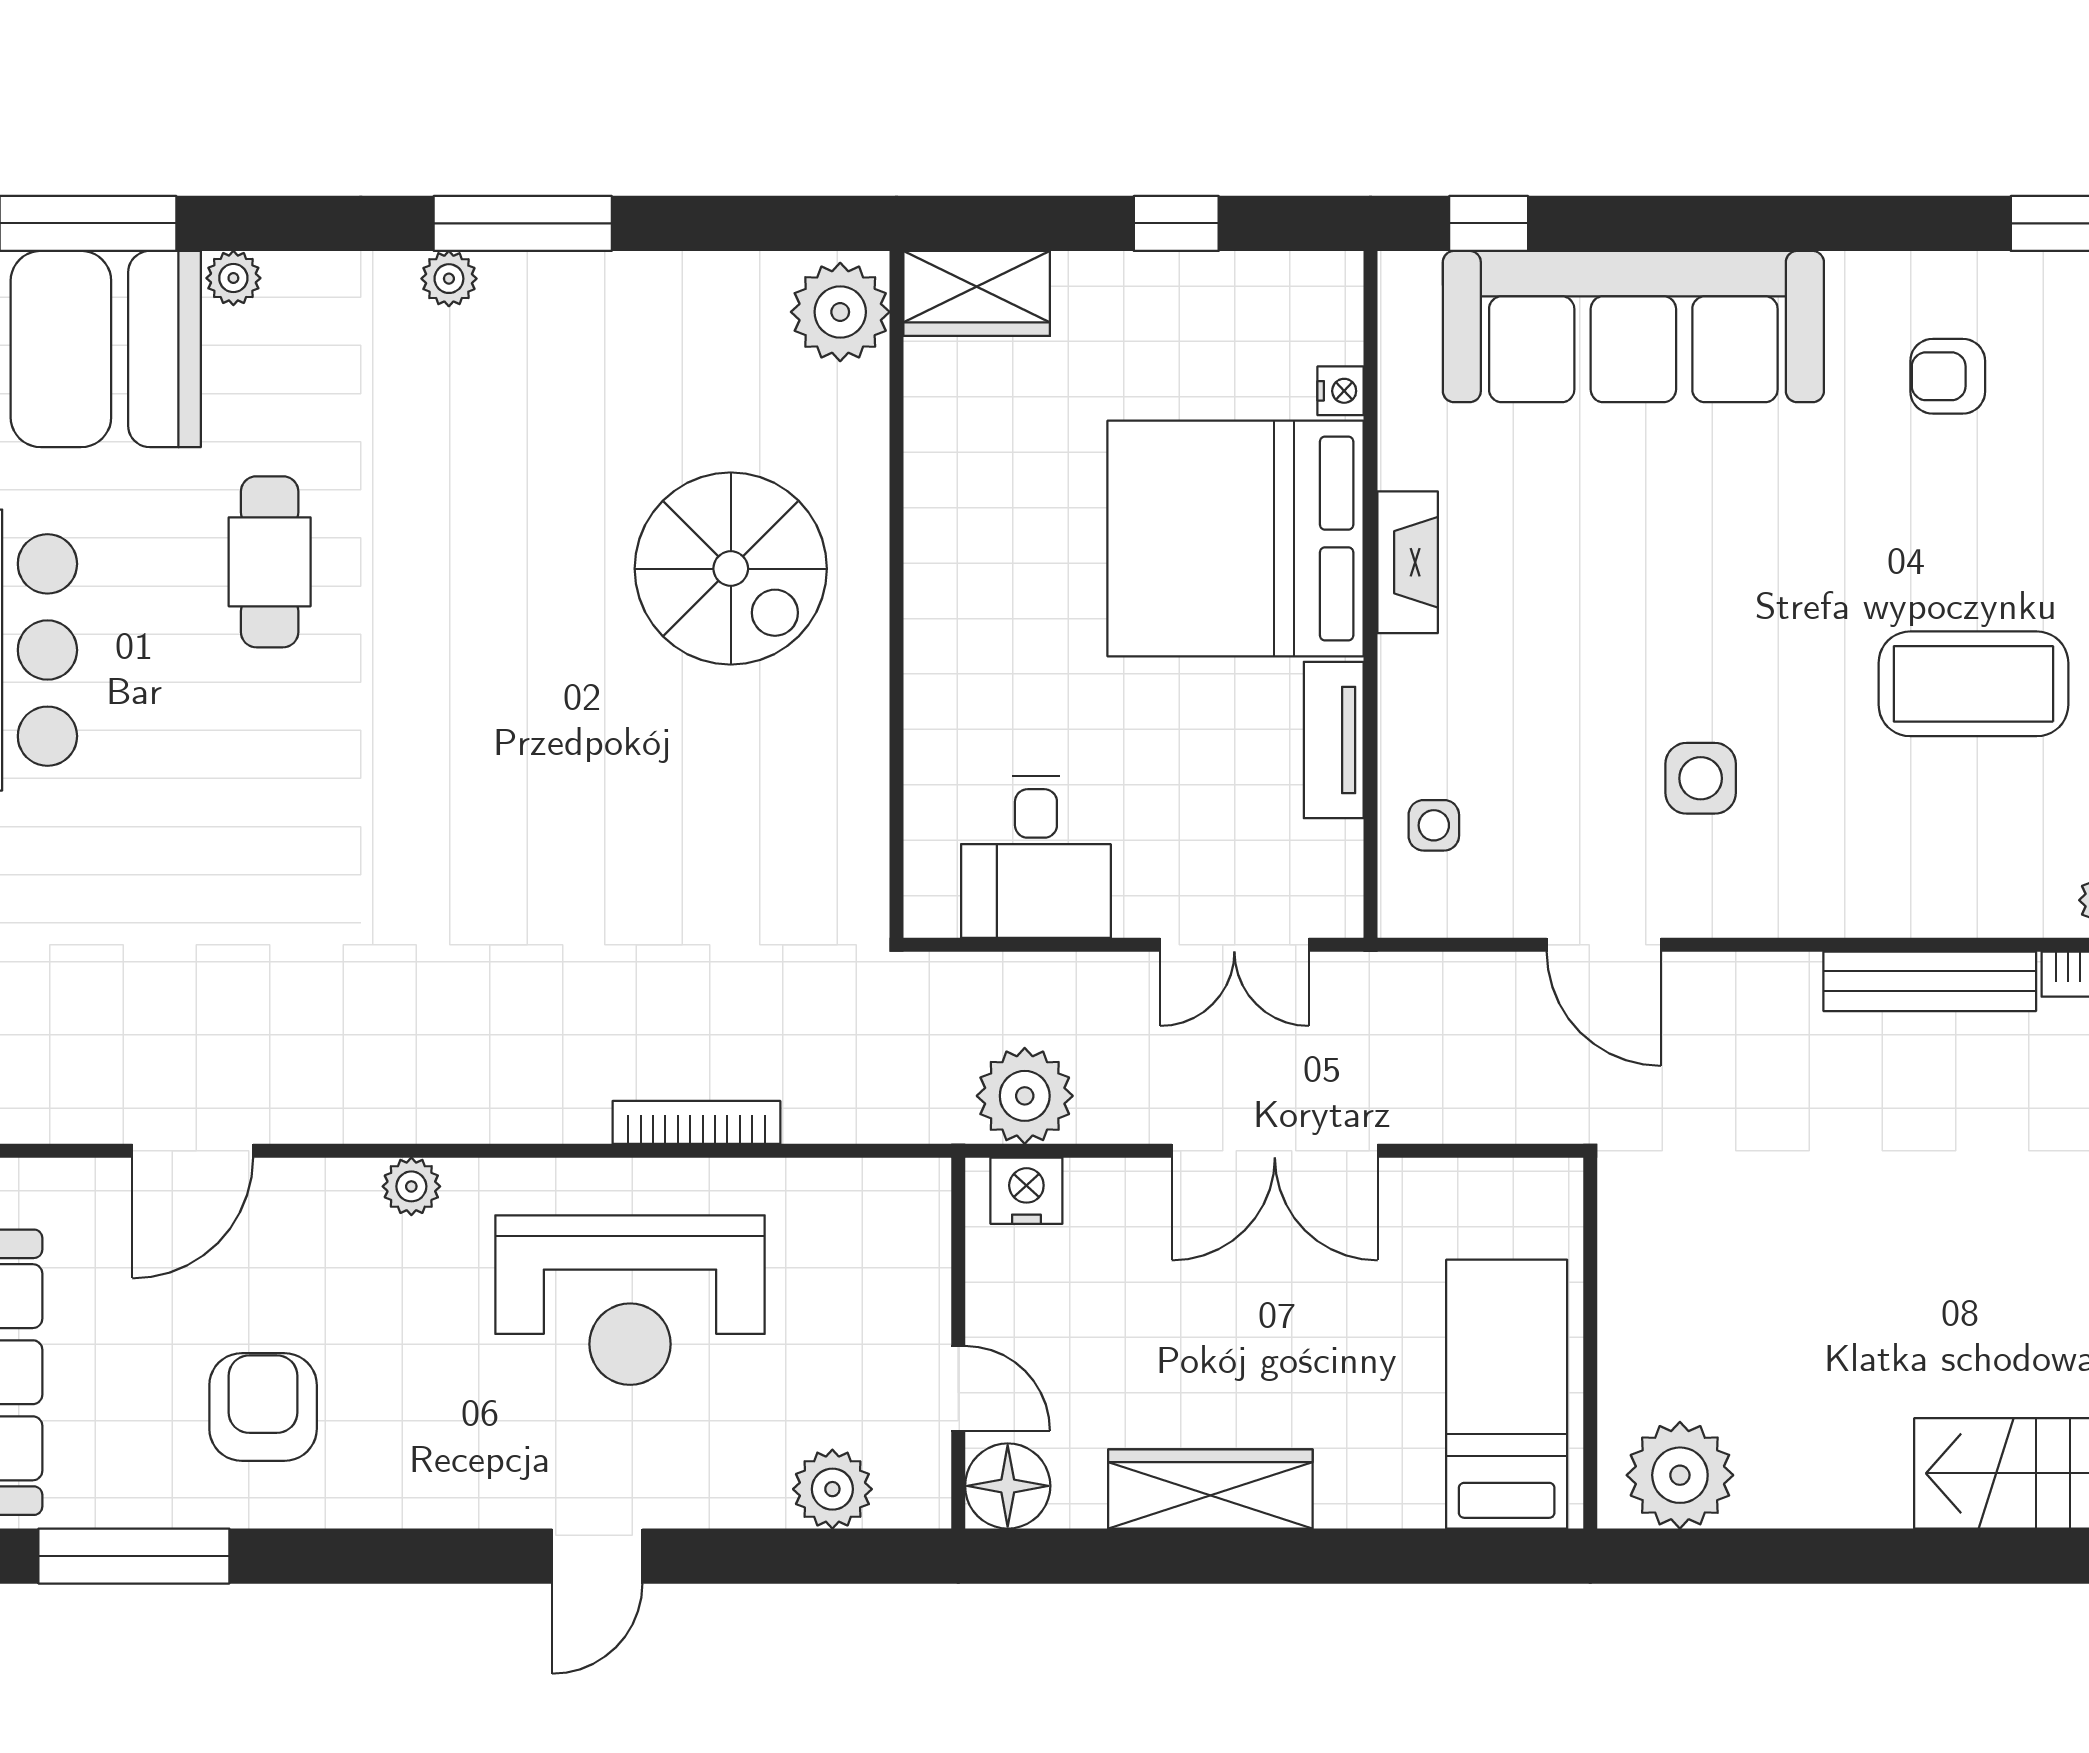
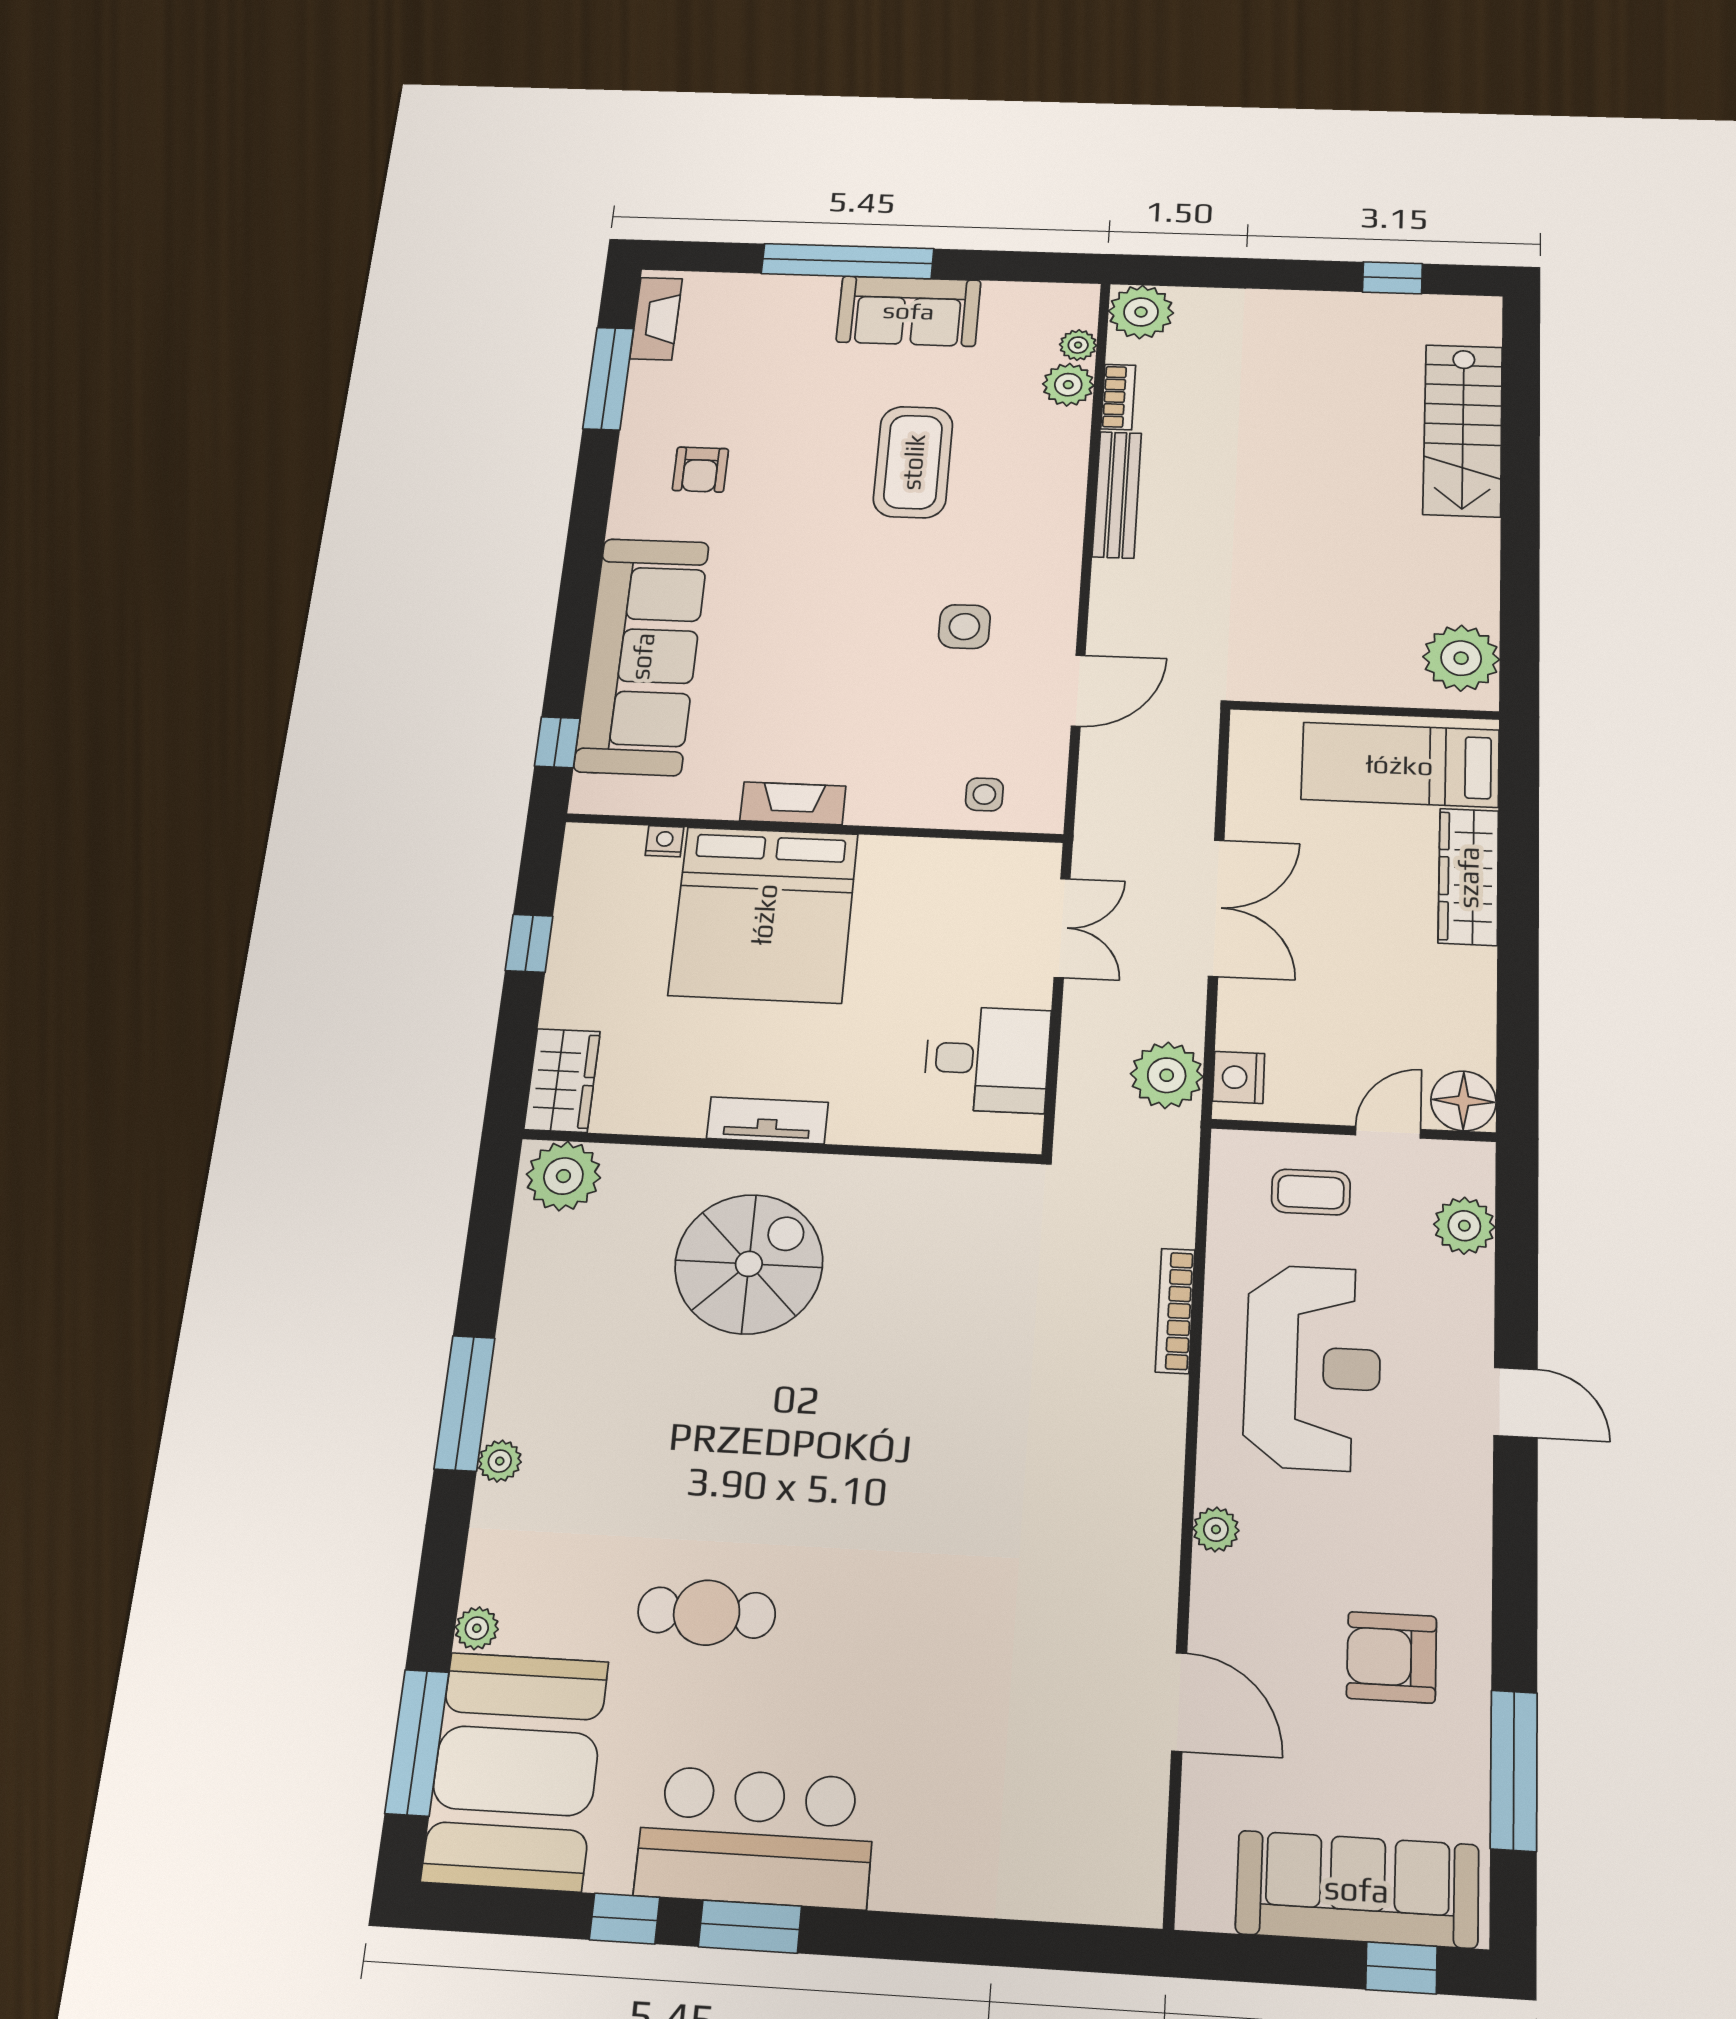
tv unit: (1334, 740) -> (767, 1120), moved, turned 180
coffee table: (869, 1291) -> (1311, 1192), added
wardrobe: (1210, 1489) -> (1468, 877), moved

